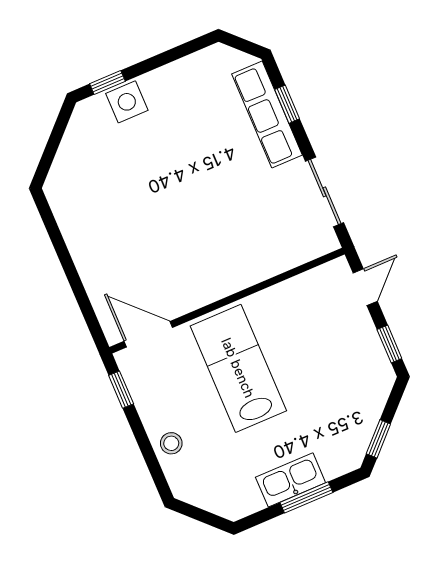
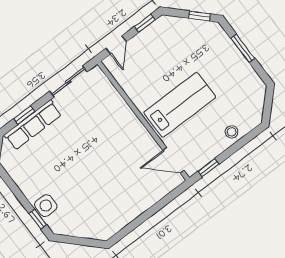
door: (365, 287) -> (116, 45), swing flipped
door: (148, 334) -> (173, 160), hinge flipped
lab bench: (238, 368) -> (180, 105), turned 180
kitchen sink: (291, 480) -> (235, 60), removed

